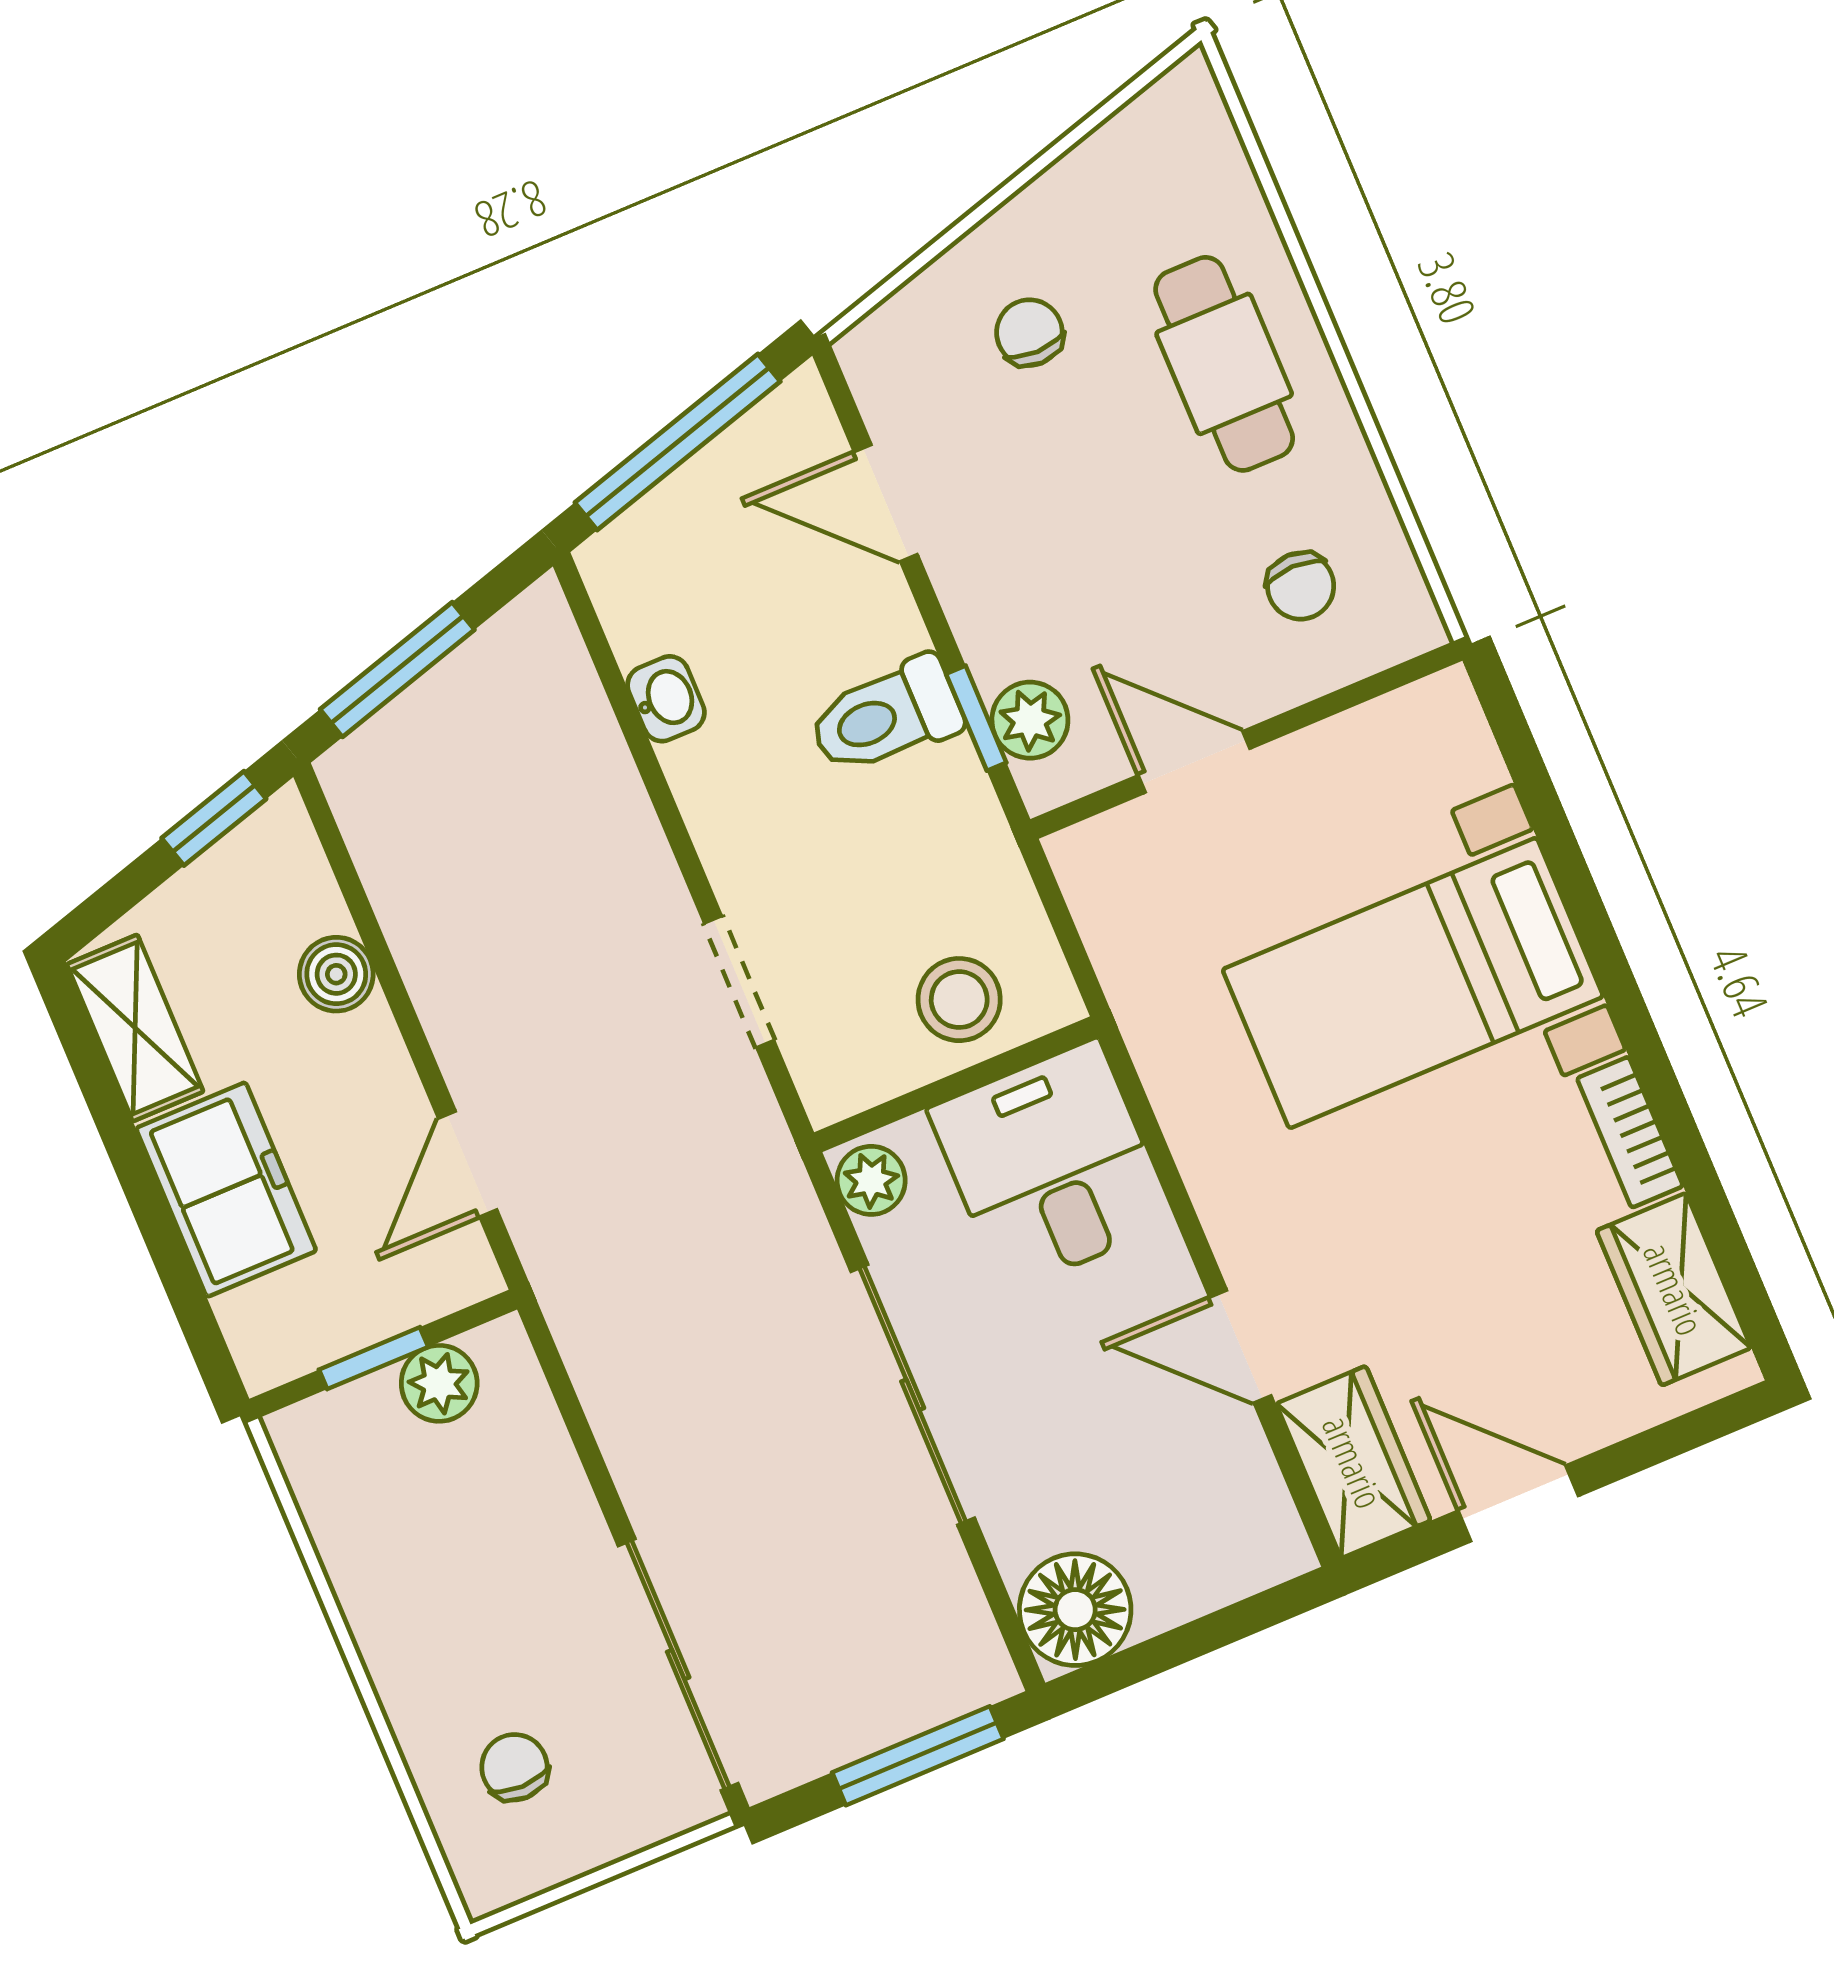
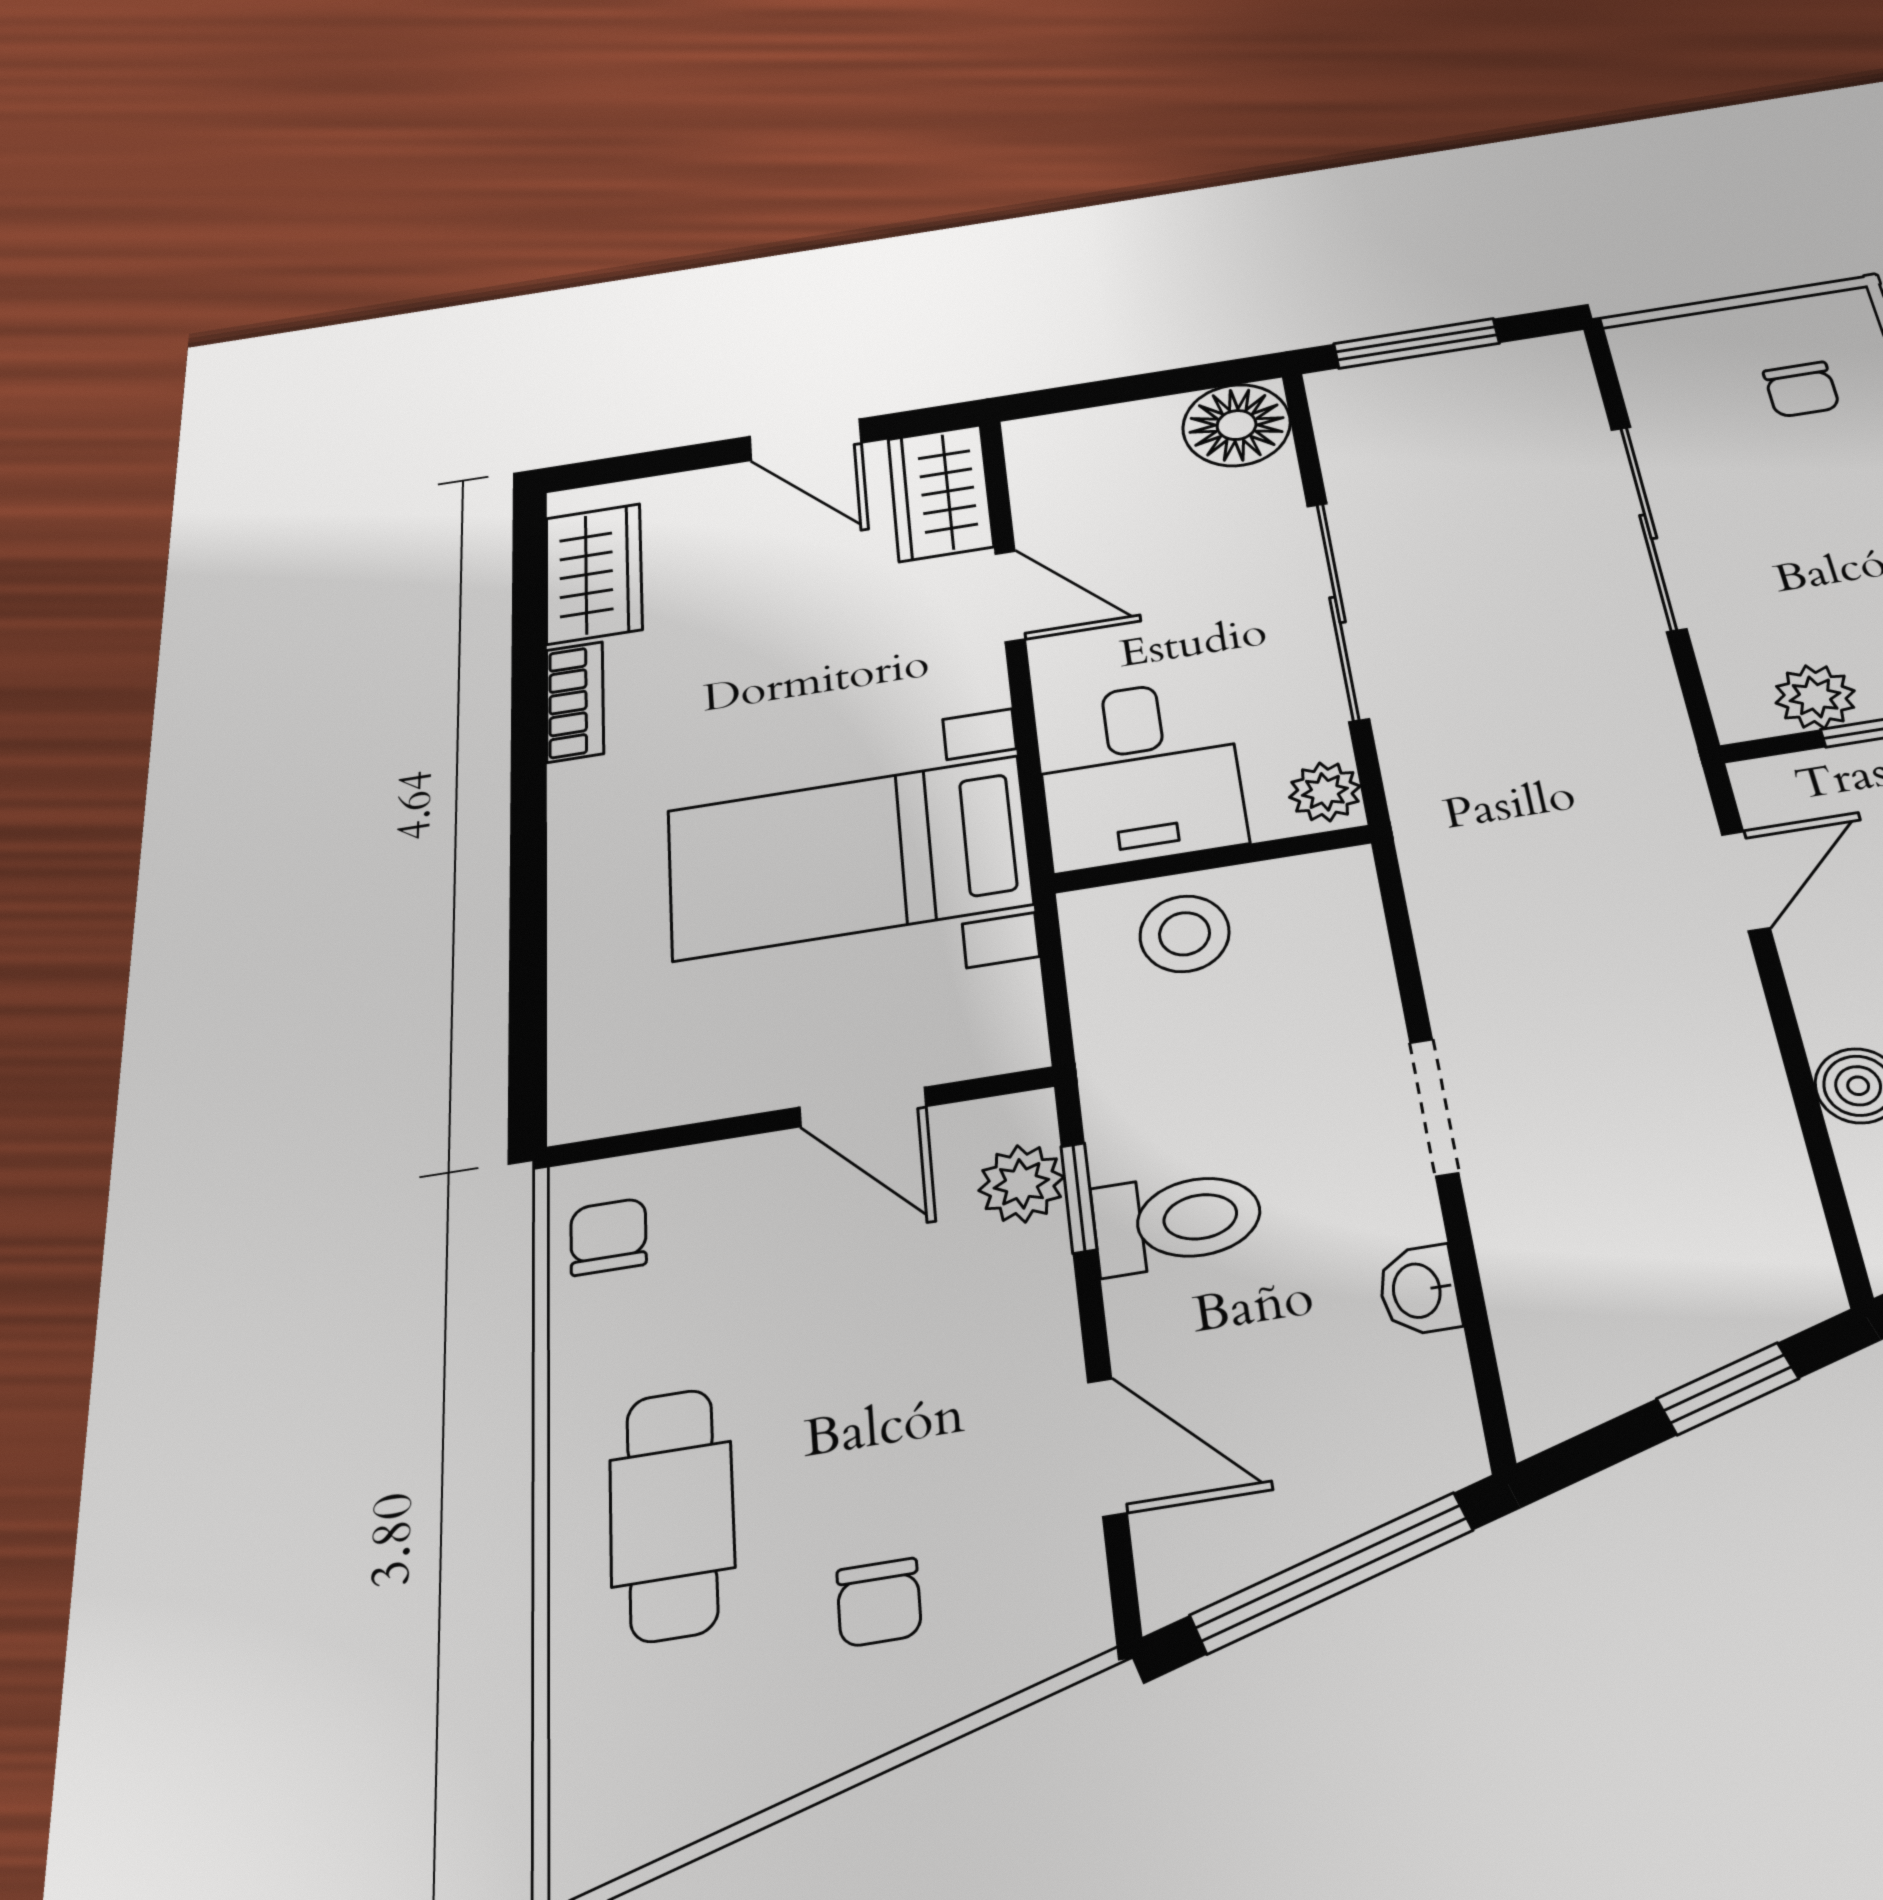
chair: (1301, 586) -> (608, 1237), moved
window: (397, 670) -> (1728, 1389), width x0.67
doorway: (739, 982) -> (1434, 1107), moved
bed with nightstands: (1413, 983) -> (848, 857), moved, turned 180
sliding door: (678, 1665) -> (1648, 527), moved

